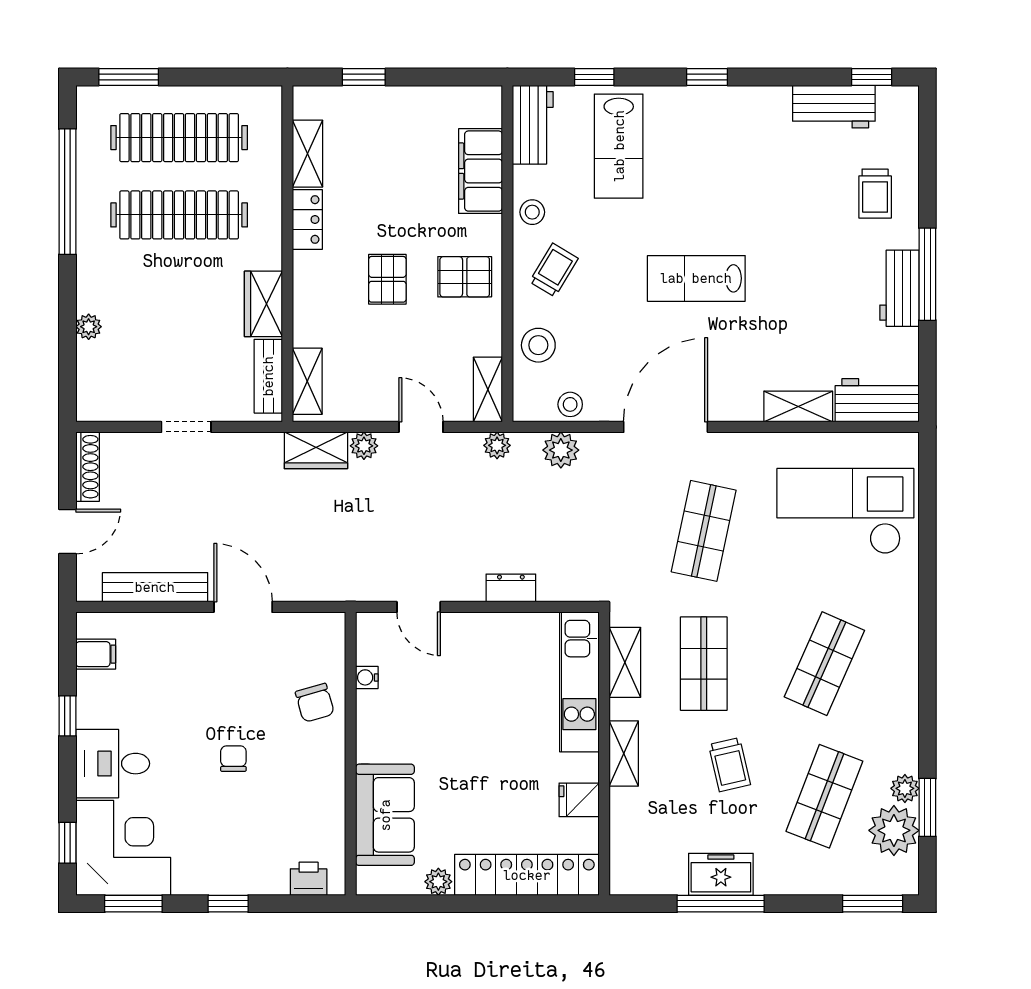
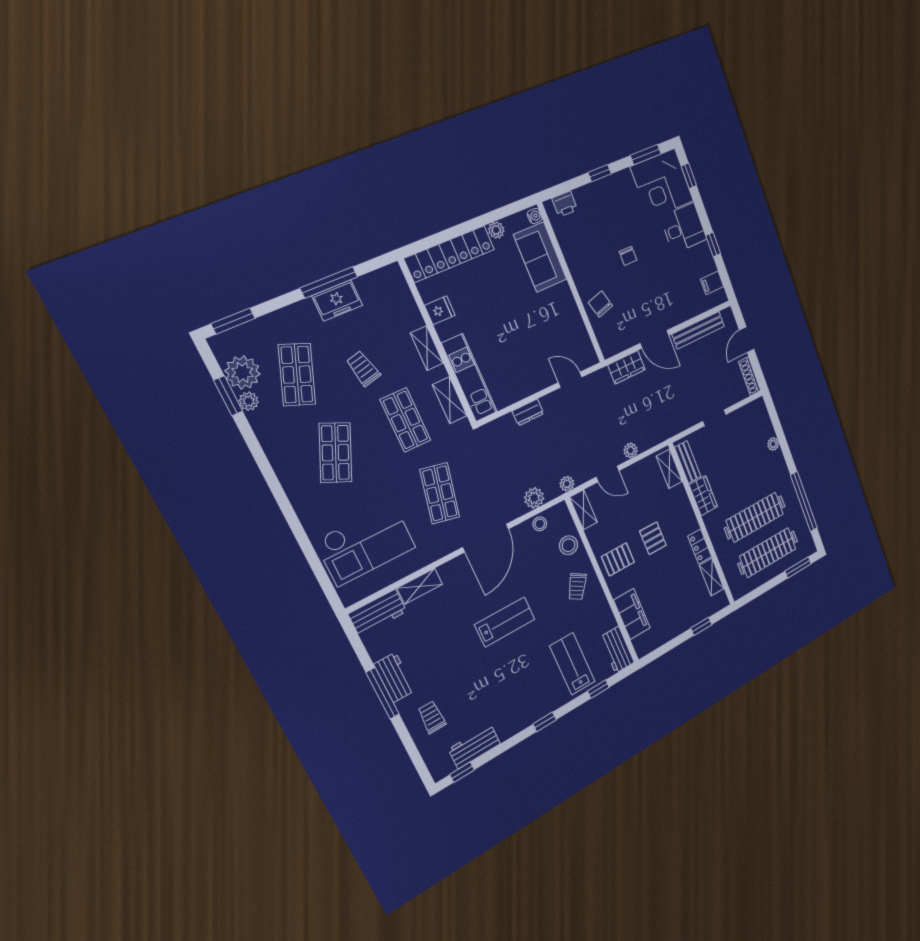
stool: (532, 212) -> (600, 609), removed
wardrobe: (316, 450) -> (626, 367), moved, turned 180
water cooler: (367, 677) -> (535, 216), moved

